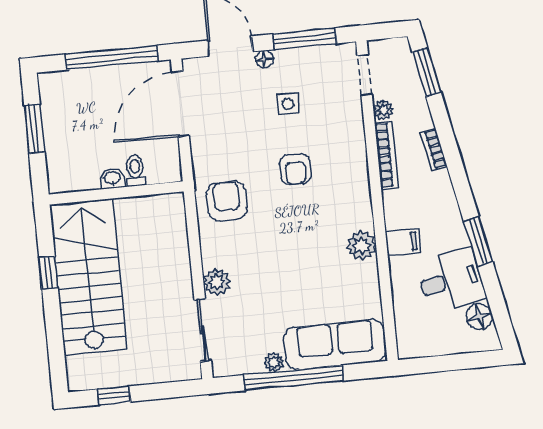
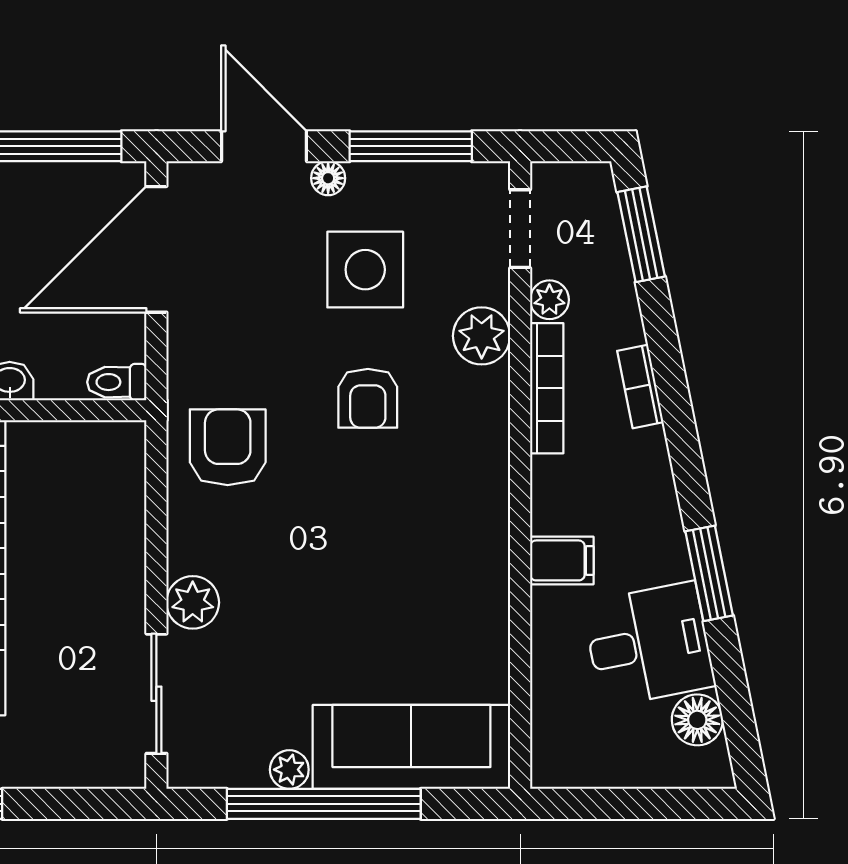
side table: (288, 104) -> (365, 270), width x1.87, depth x1.87
toilet: (135, 171) -> (117, 382), moved, turned -90
plant: (362, 246) -> (482, 336), moved

